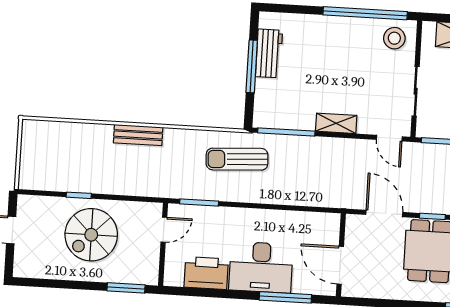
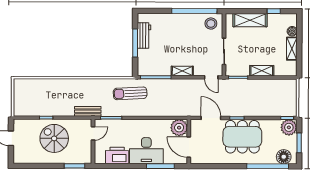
bench: (138, 135) -> (88, 111), moved
plant: (324, 228) -> (179, 128), added
spiral stairs: (91, 235) -> (54, 138), turned 90

